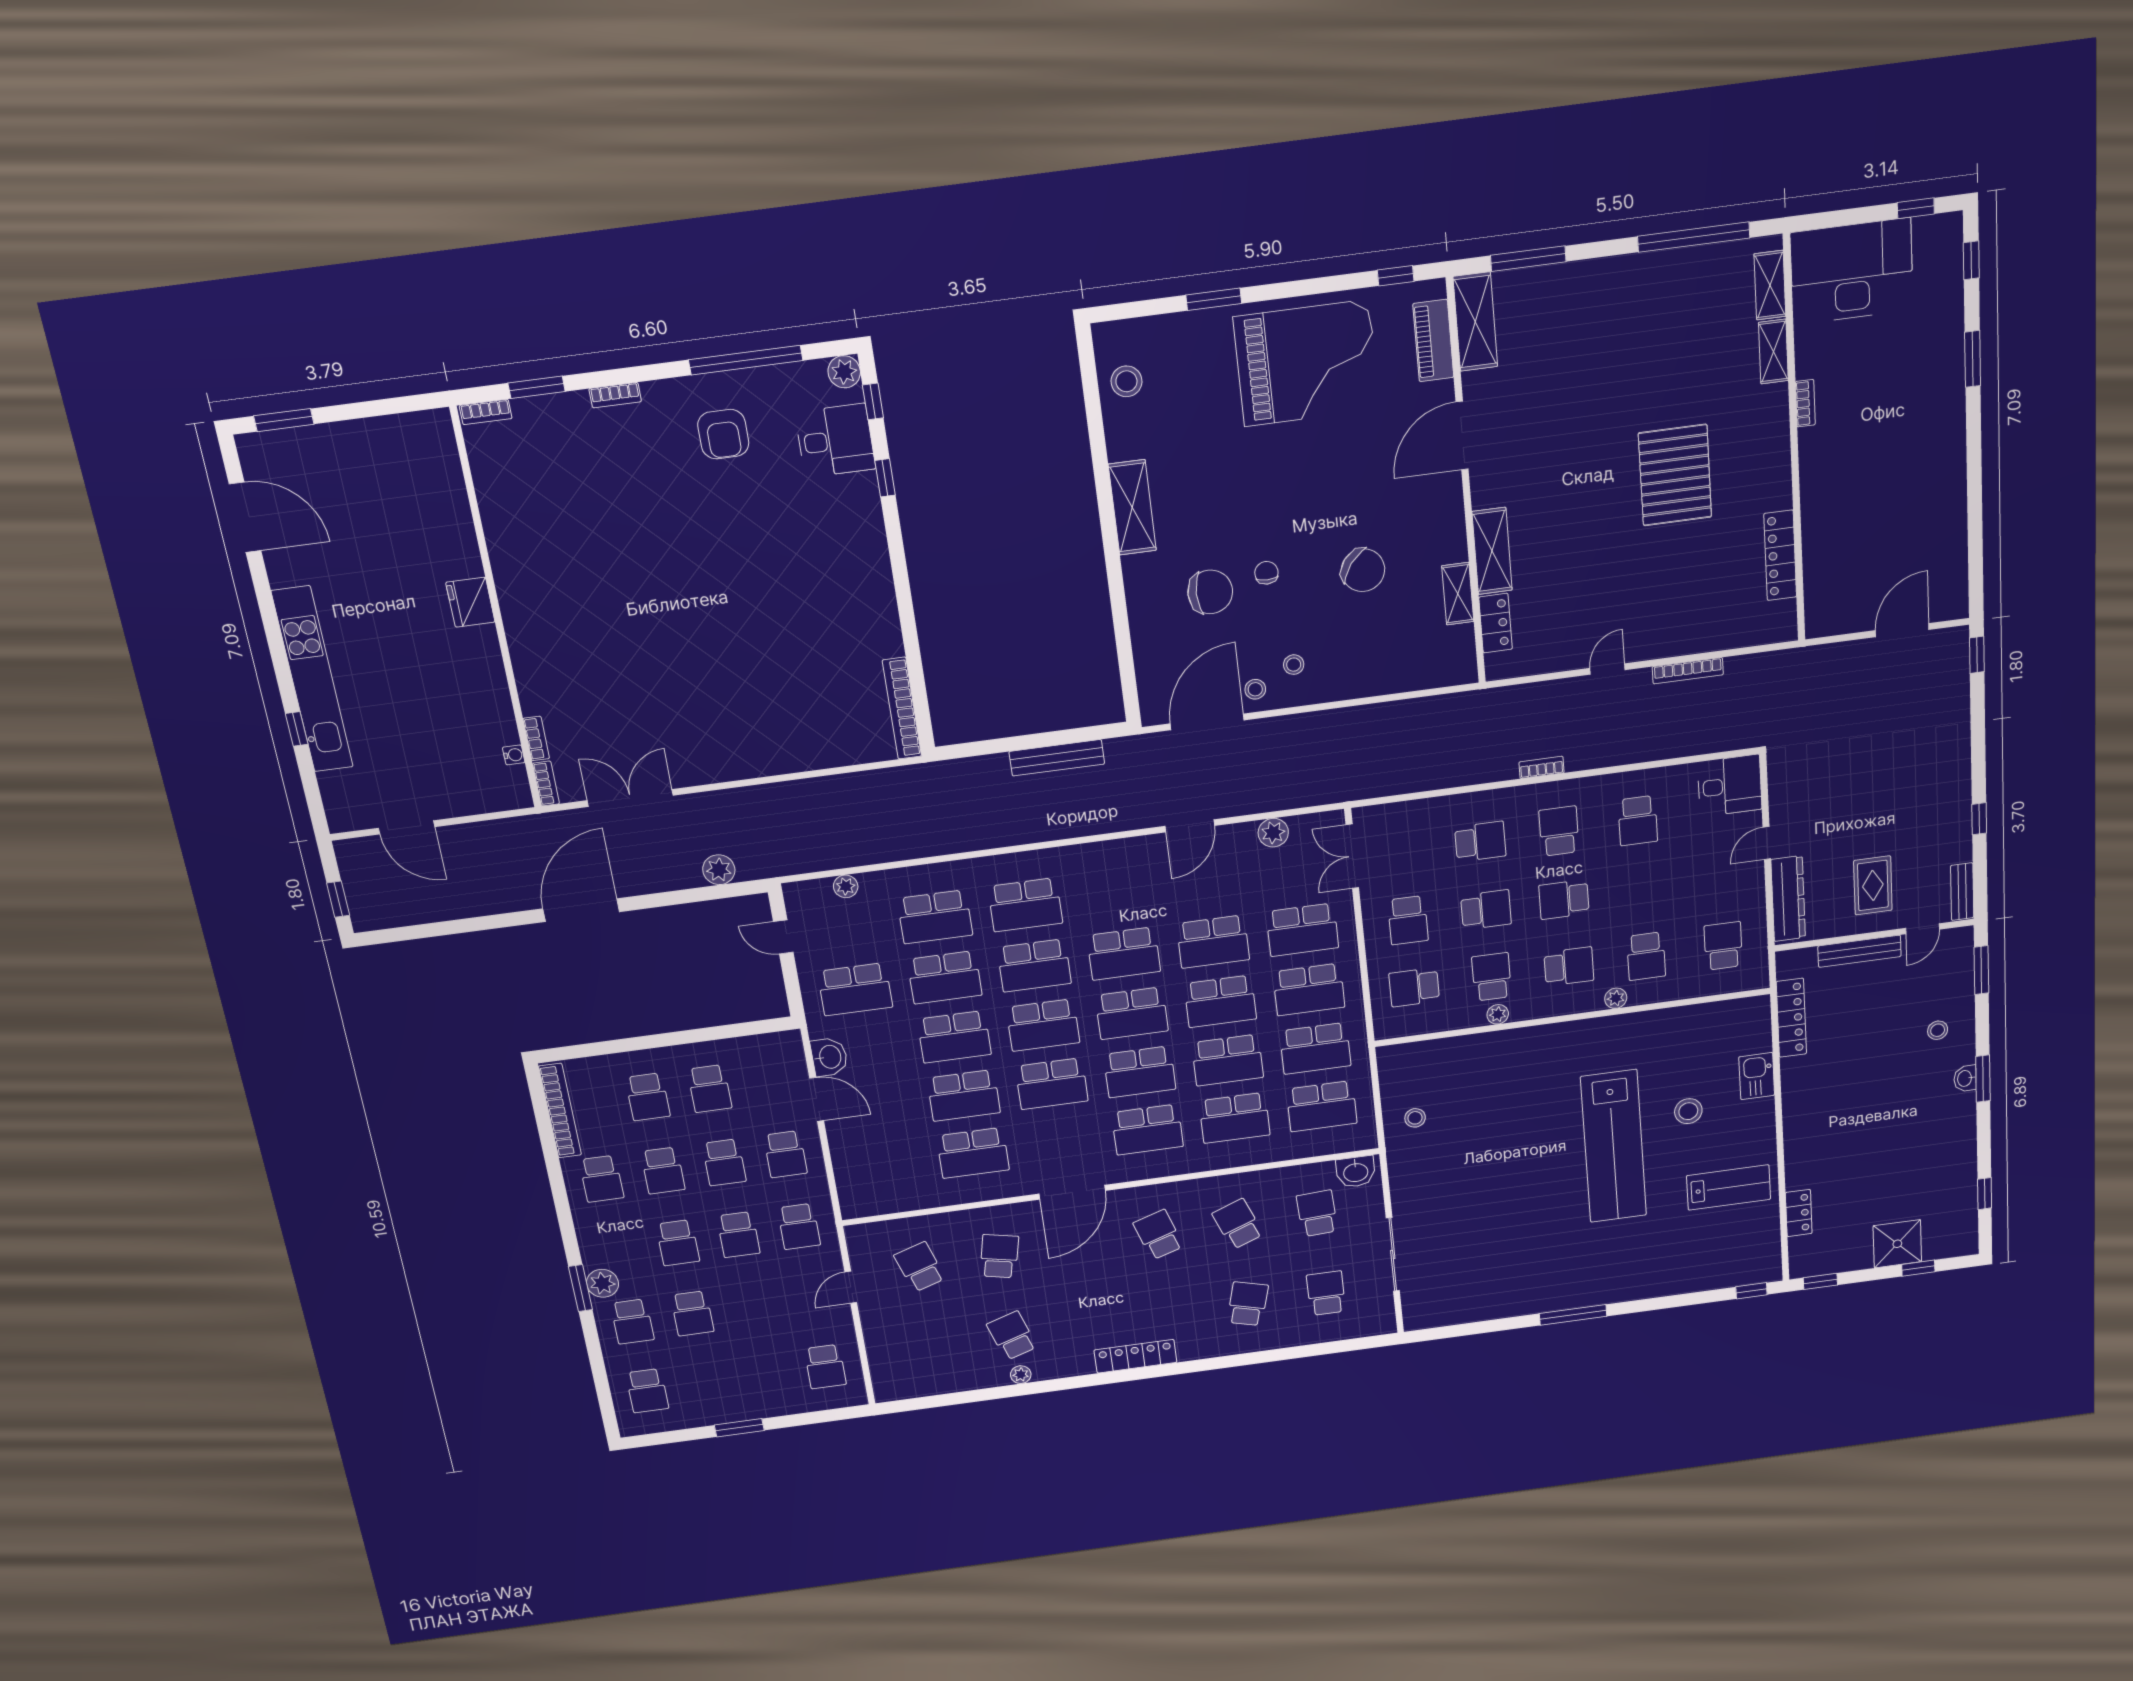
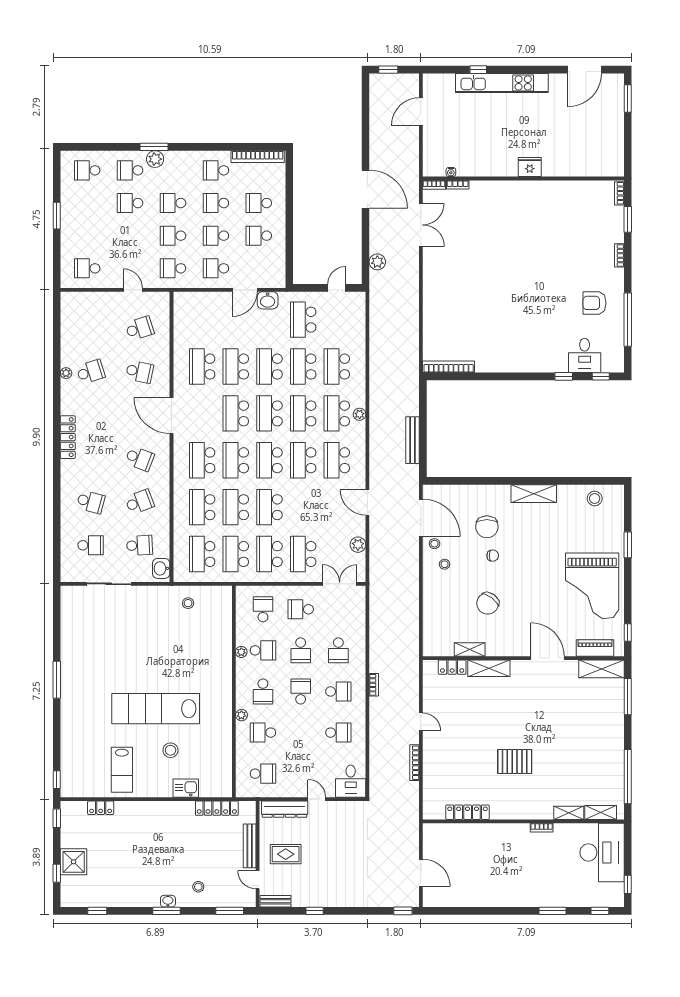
plant: (844, 372) -> (616, 365), removed
pallet: (1675, 475) -> (515, 762), width x0.73, depth x0.71
school desk: (1638, 821) -> (338, 733), turned 180
plant: (846, 886) -> (360, 414), moved
school desk: (1213, 942) -> (337, 460), moved
school desk: (1158, 1235) -> (140, 459), turned 39

